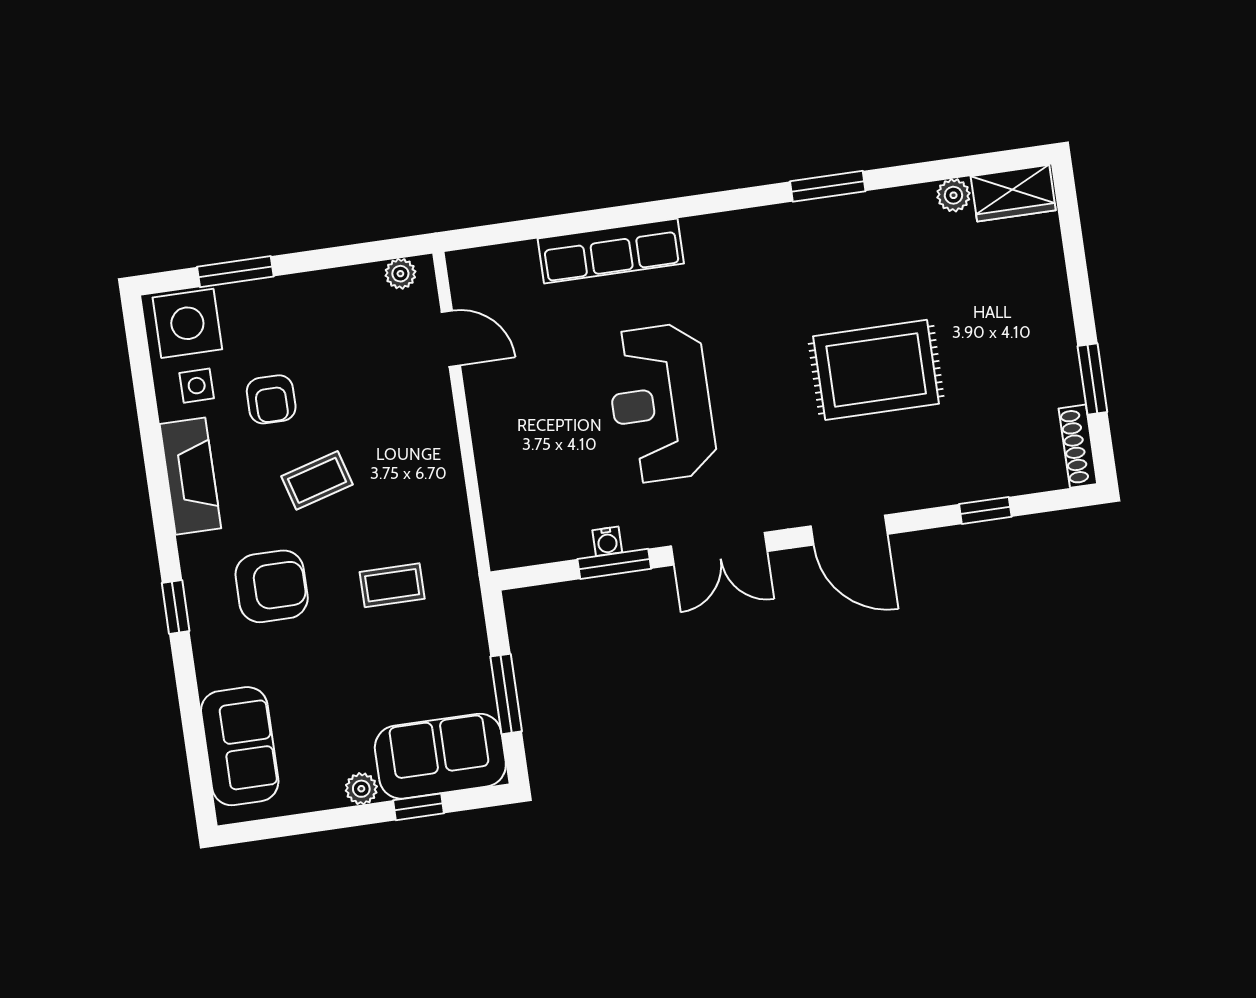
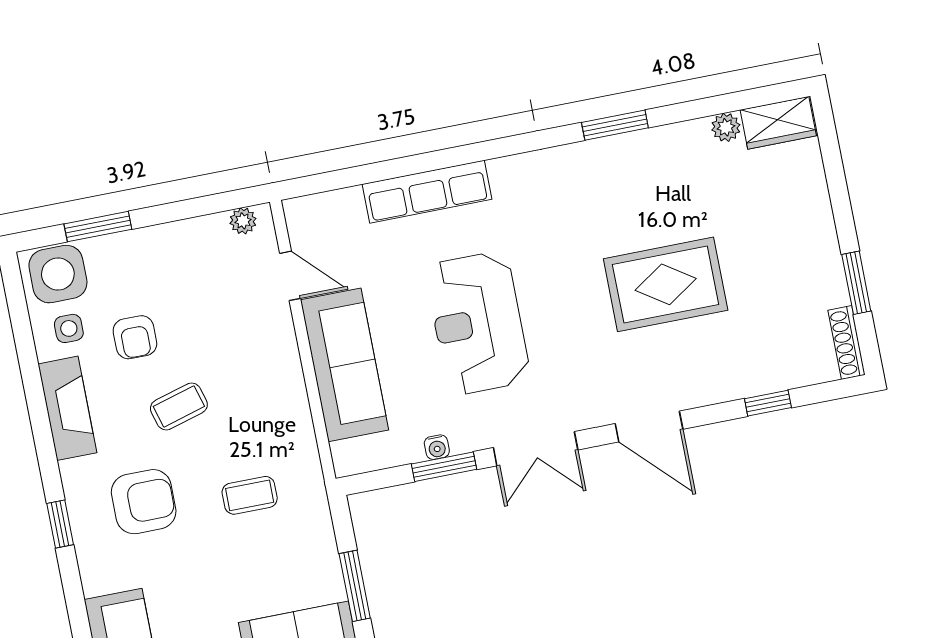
sofa: (507, 443) -> (345, 365), added

